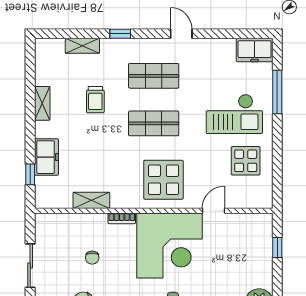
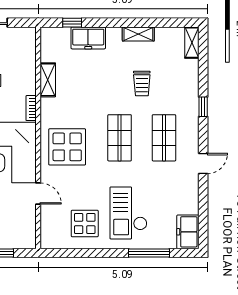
shelving: (82, 46) -> (192, 43), moved
trolley: (95, 100) -> (142, 83), turned -90

